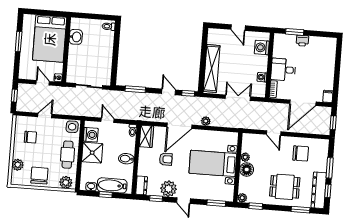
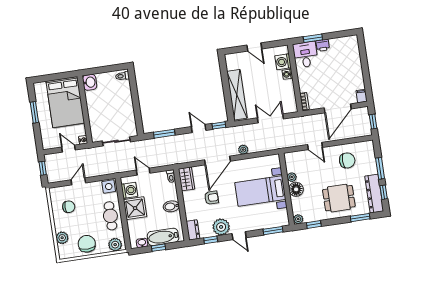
washbasin: (76, 37) -> (90, 82), moved
desk: (283, 70) -> (305, 55), moved, turned 90
washing machine: (262, 77) -> (287, 74), moved

